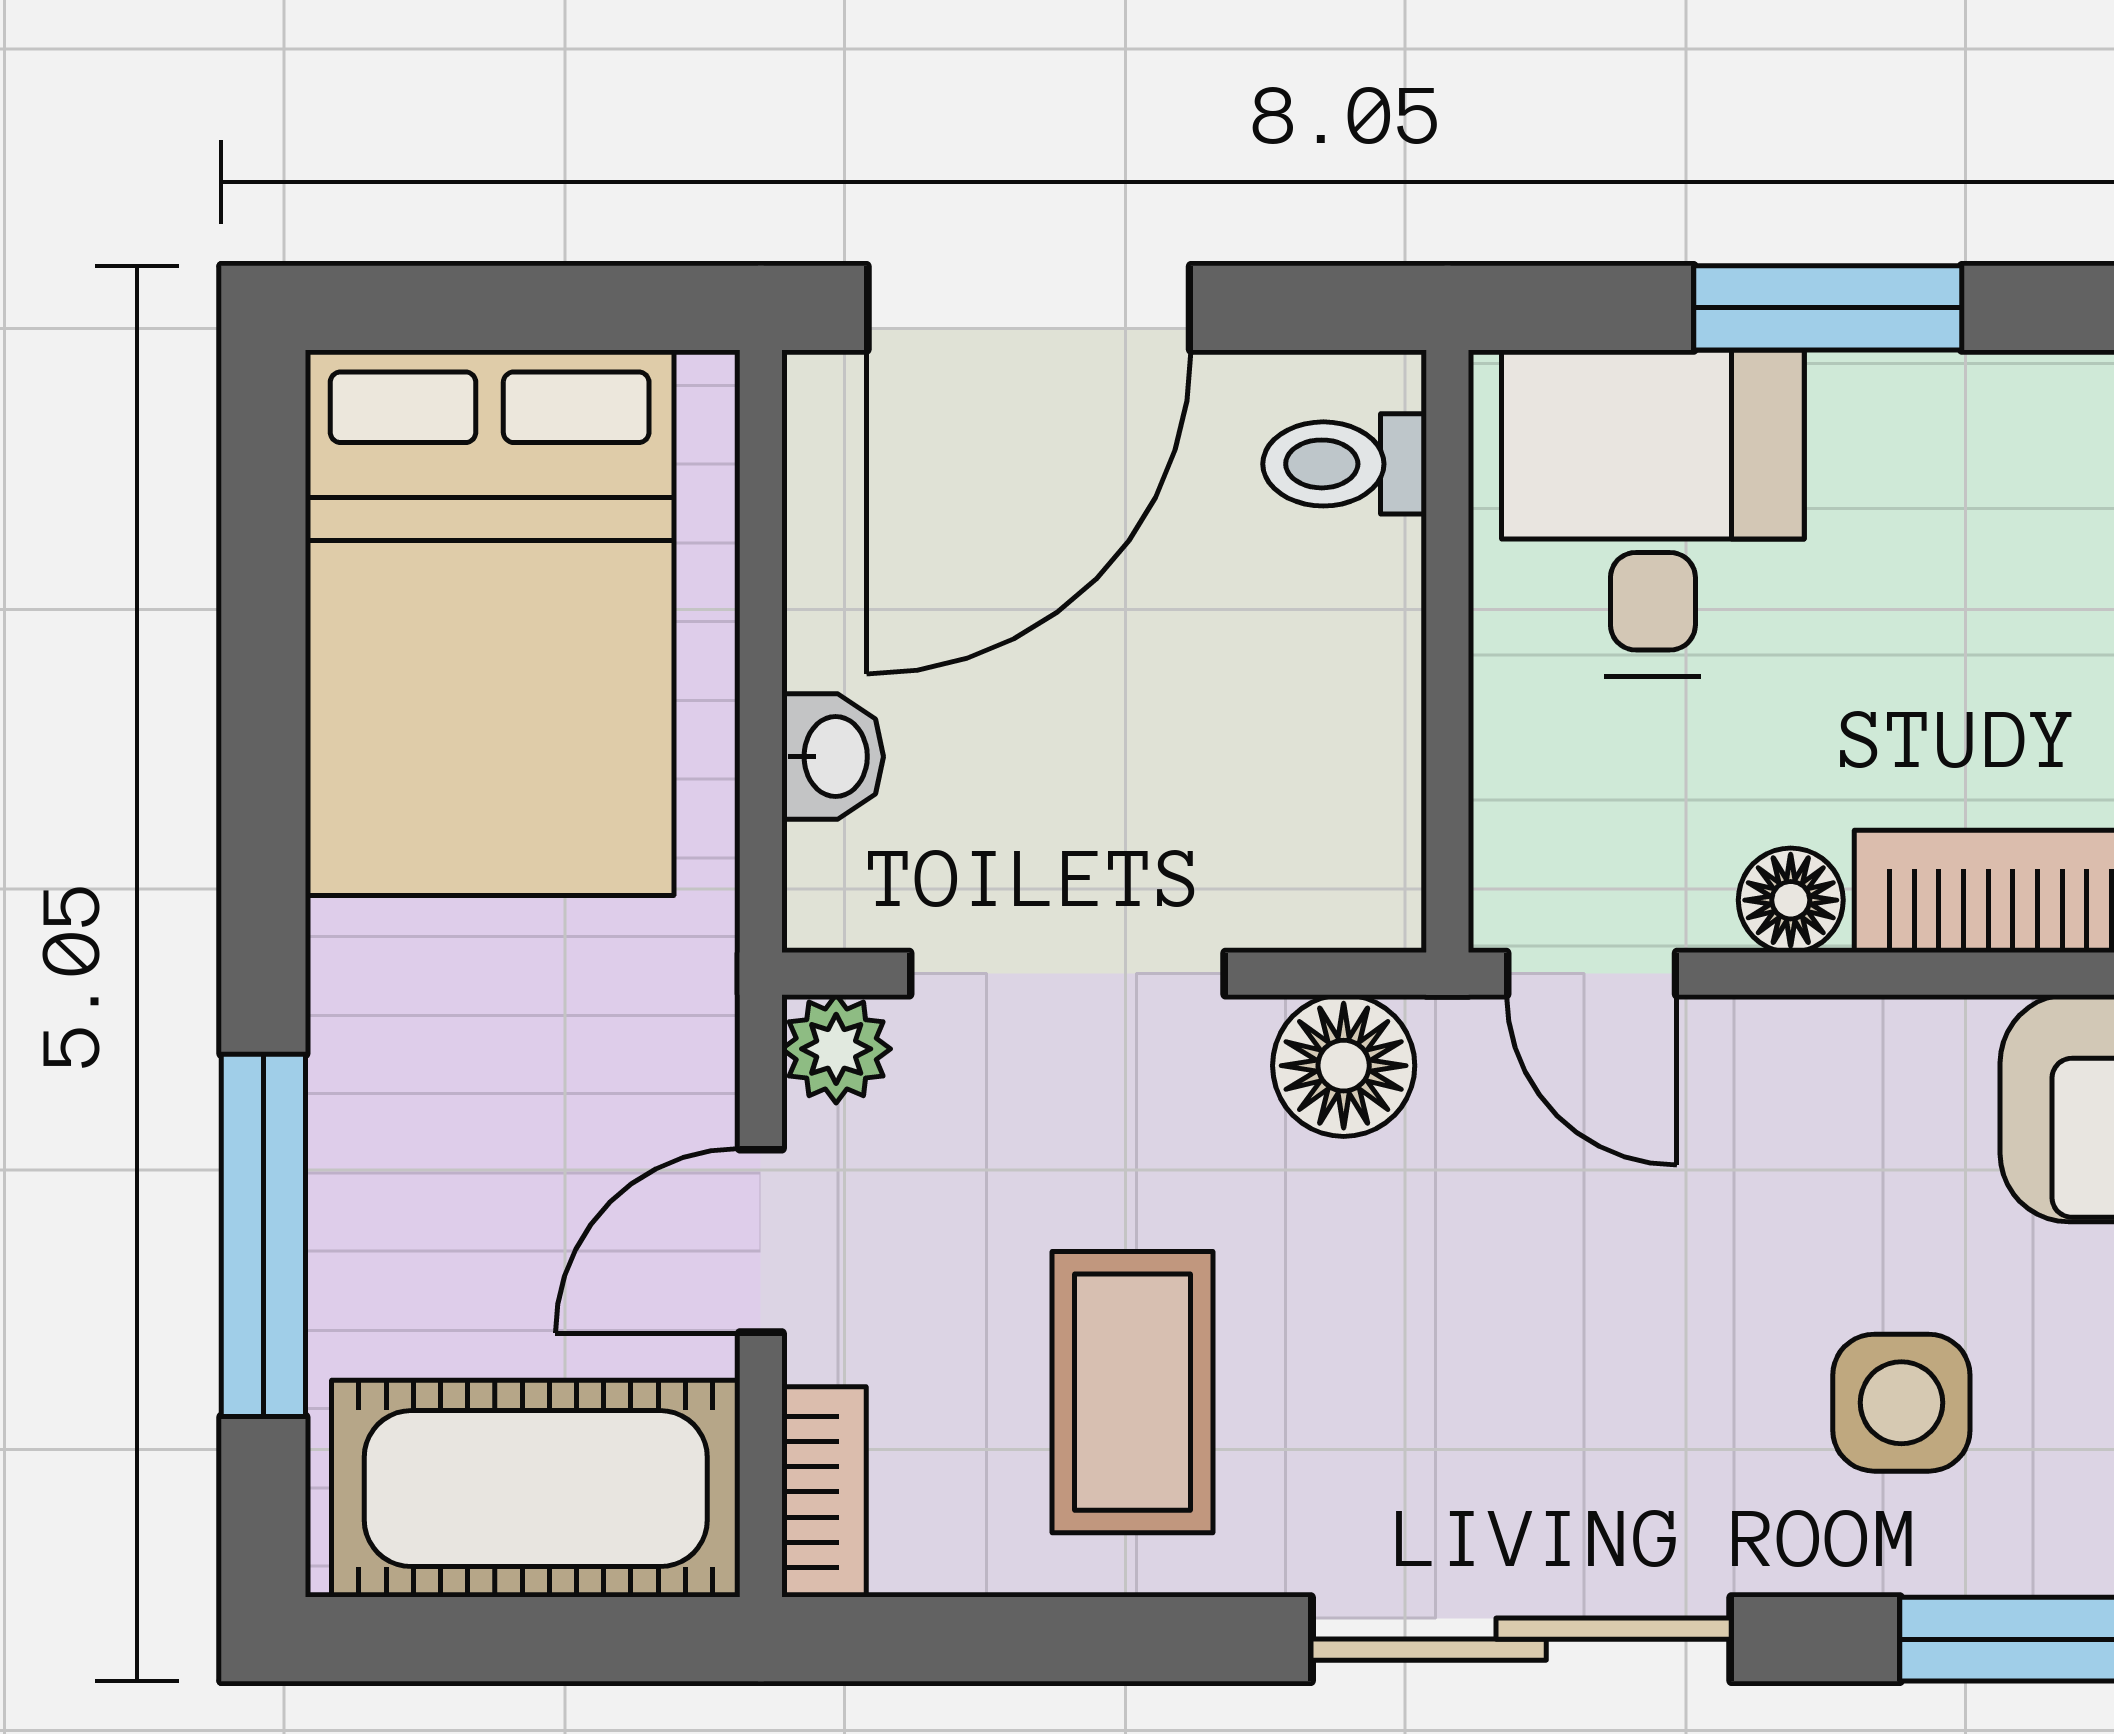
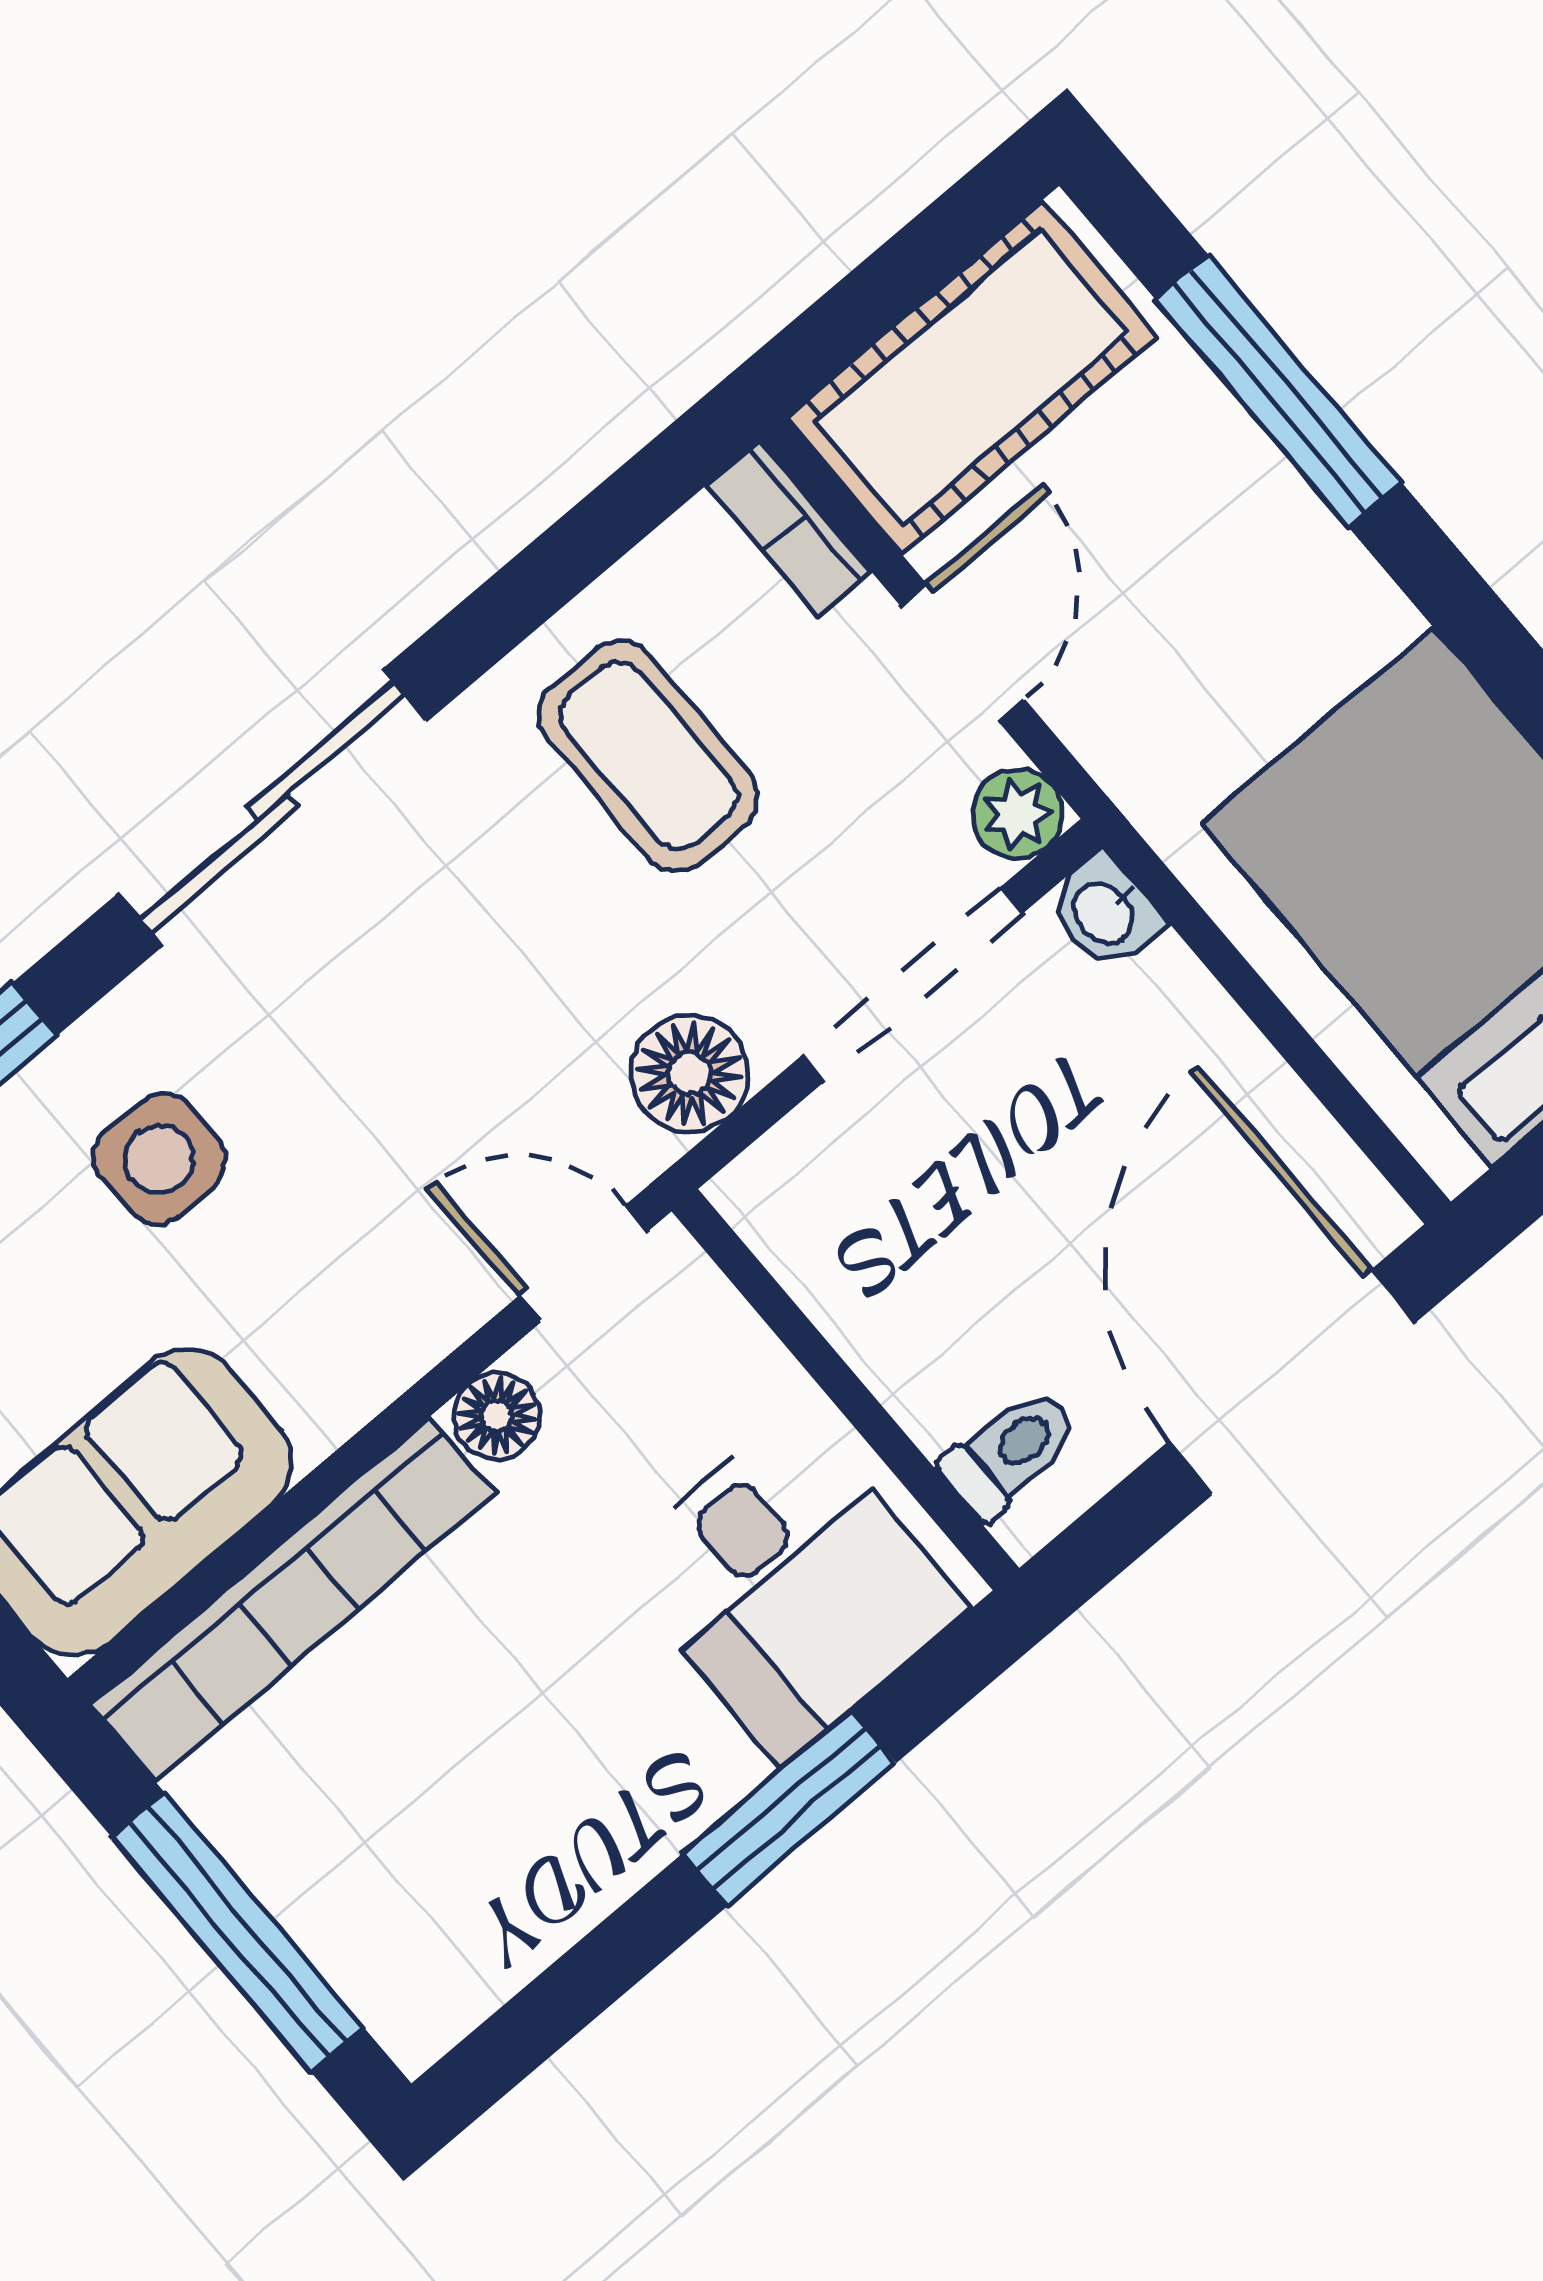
washbasin: (833, 757) -> (1105, 912), moved

